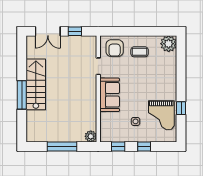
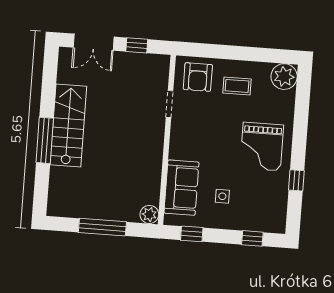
sofa: (110, 95) -> (181, 188), moved
grand piano: (161, 115) -> (262, 147), moved
window: (144, 146) -> (252, 238), moved

